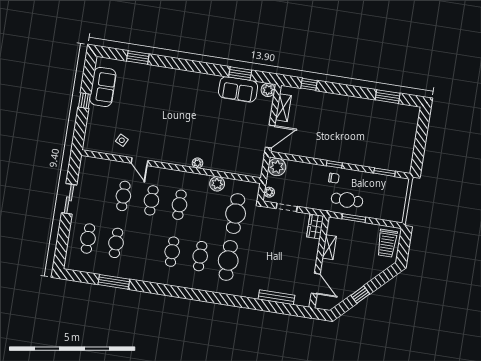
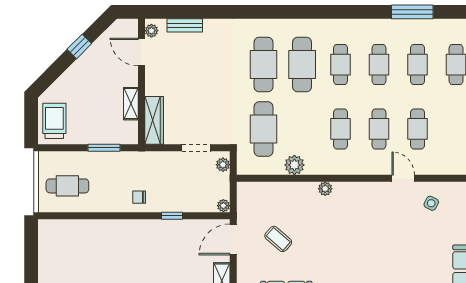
coffee table: (237, 132) -> (278, 239), added
window: (334, 164) -> (172, 216), moved
plant: (277, 167) -> (223, 206), width x0.53, depth x0.53
window: (384, 172) -> (73, 216), removed
cafe table: (347, 200) -> (67, 186), moved
wardrobe: (315, 226) -> (154, 120), width x1.50
cafe table: (144, 247) -> (379, 65), added
cafe table: (200, 256) -> (302, 65), width x1.37, depth x1.35
bench: (276, 297) -> (185, 25), width x0.73
plant: (306, 298) -> (151, 31), added

